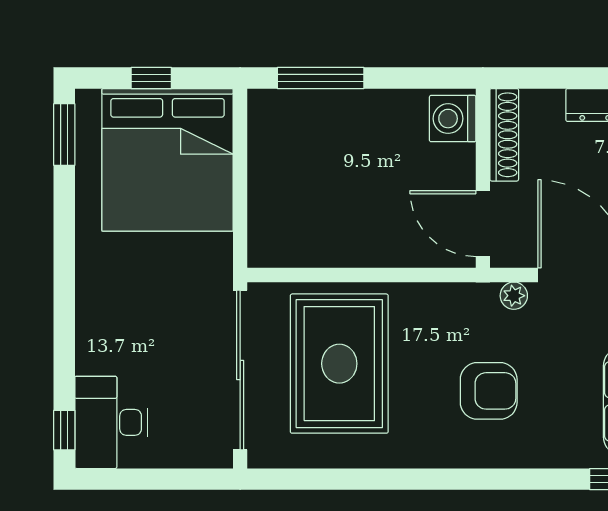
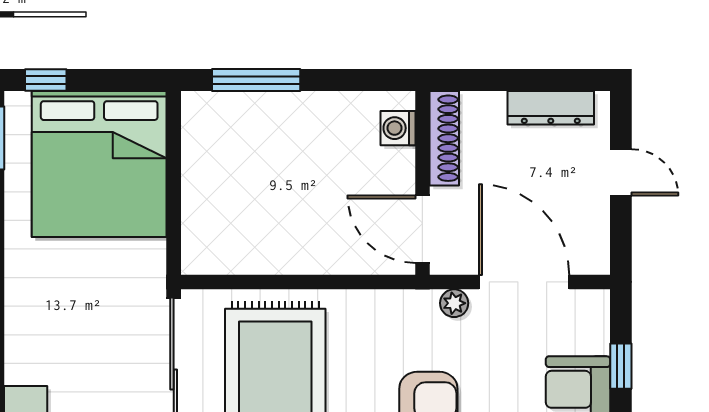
window: (151, 78) -> (46, 80), moved
washing machine: (453, 119) -> (398, 128), width x0.73, depth x0.73

